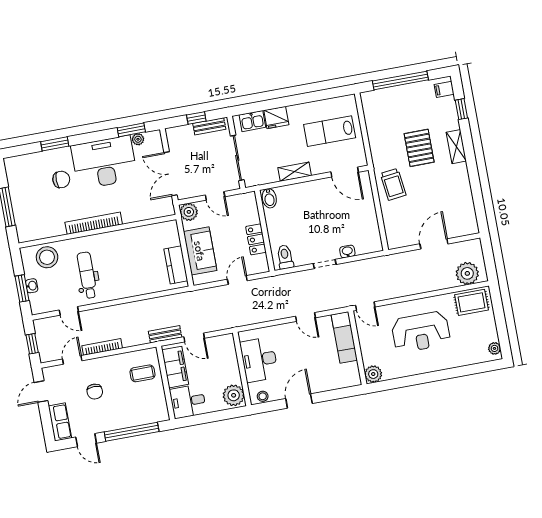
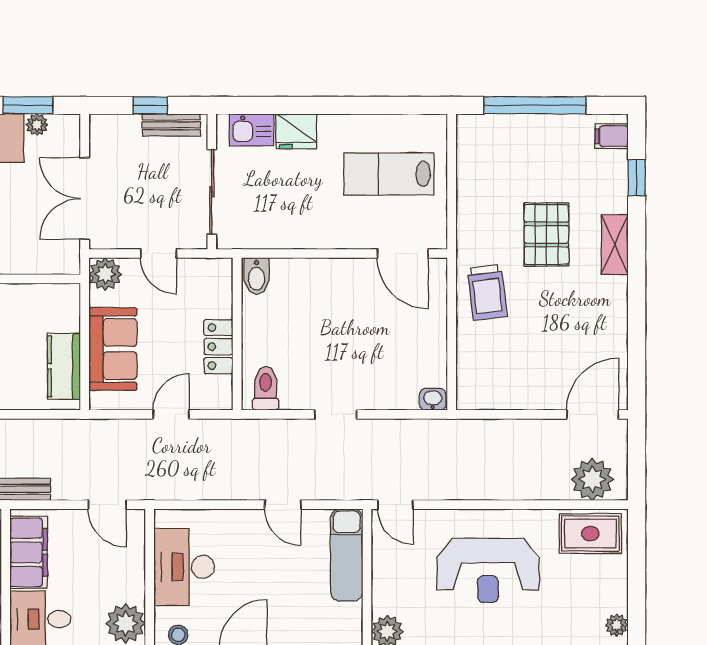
shelving: (295, 172) -> (312, 236), removed
door: (434, 244) -> (593, 414), moved
washbasin: (347, 252) -> (433, 399), moved
door: (194, 337) -> (107, 505), moved

